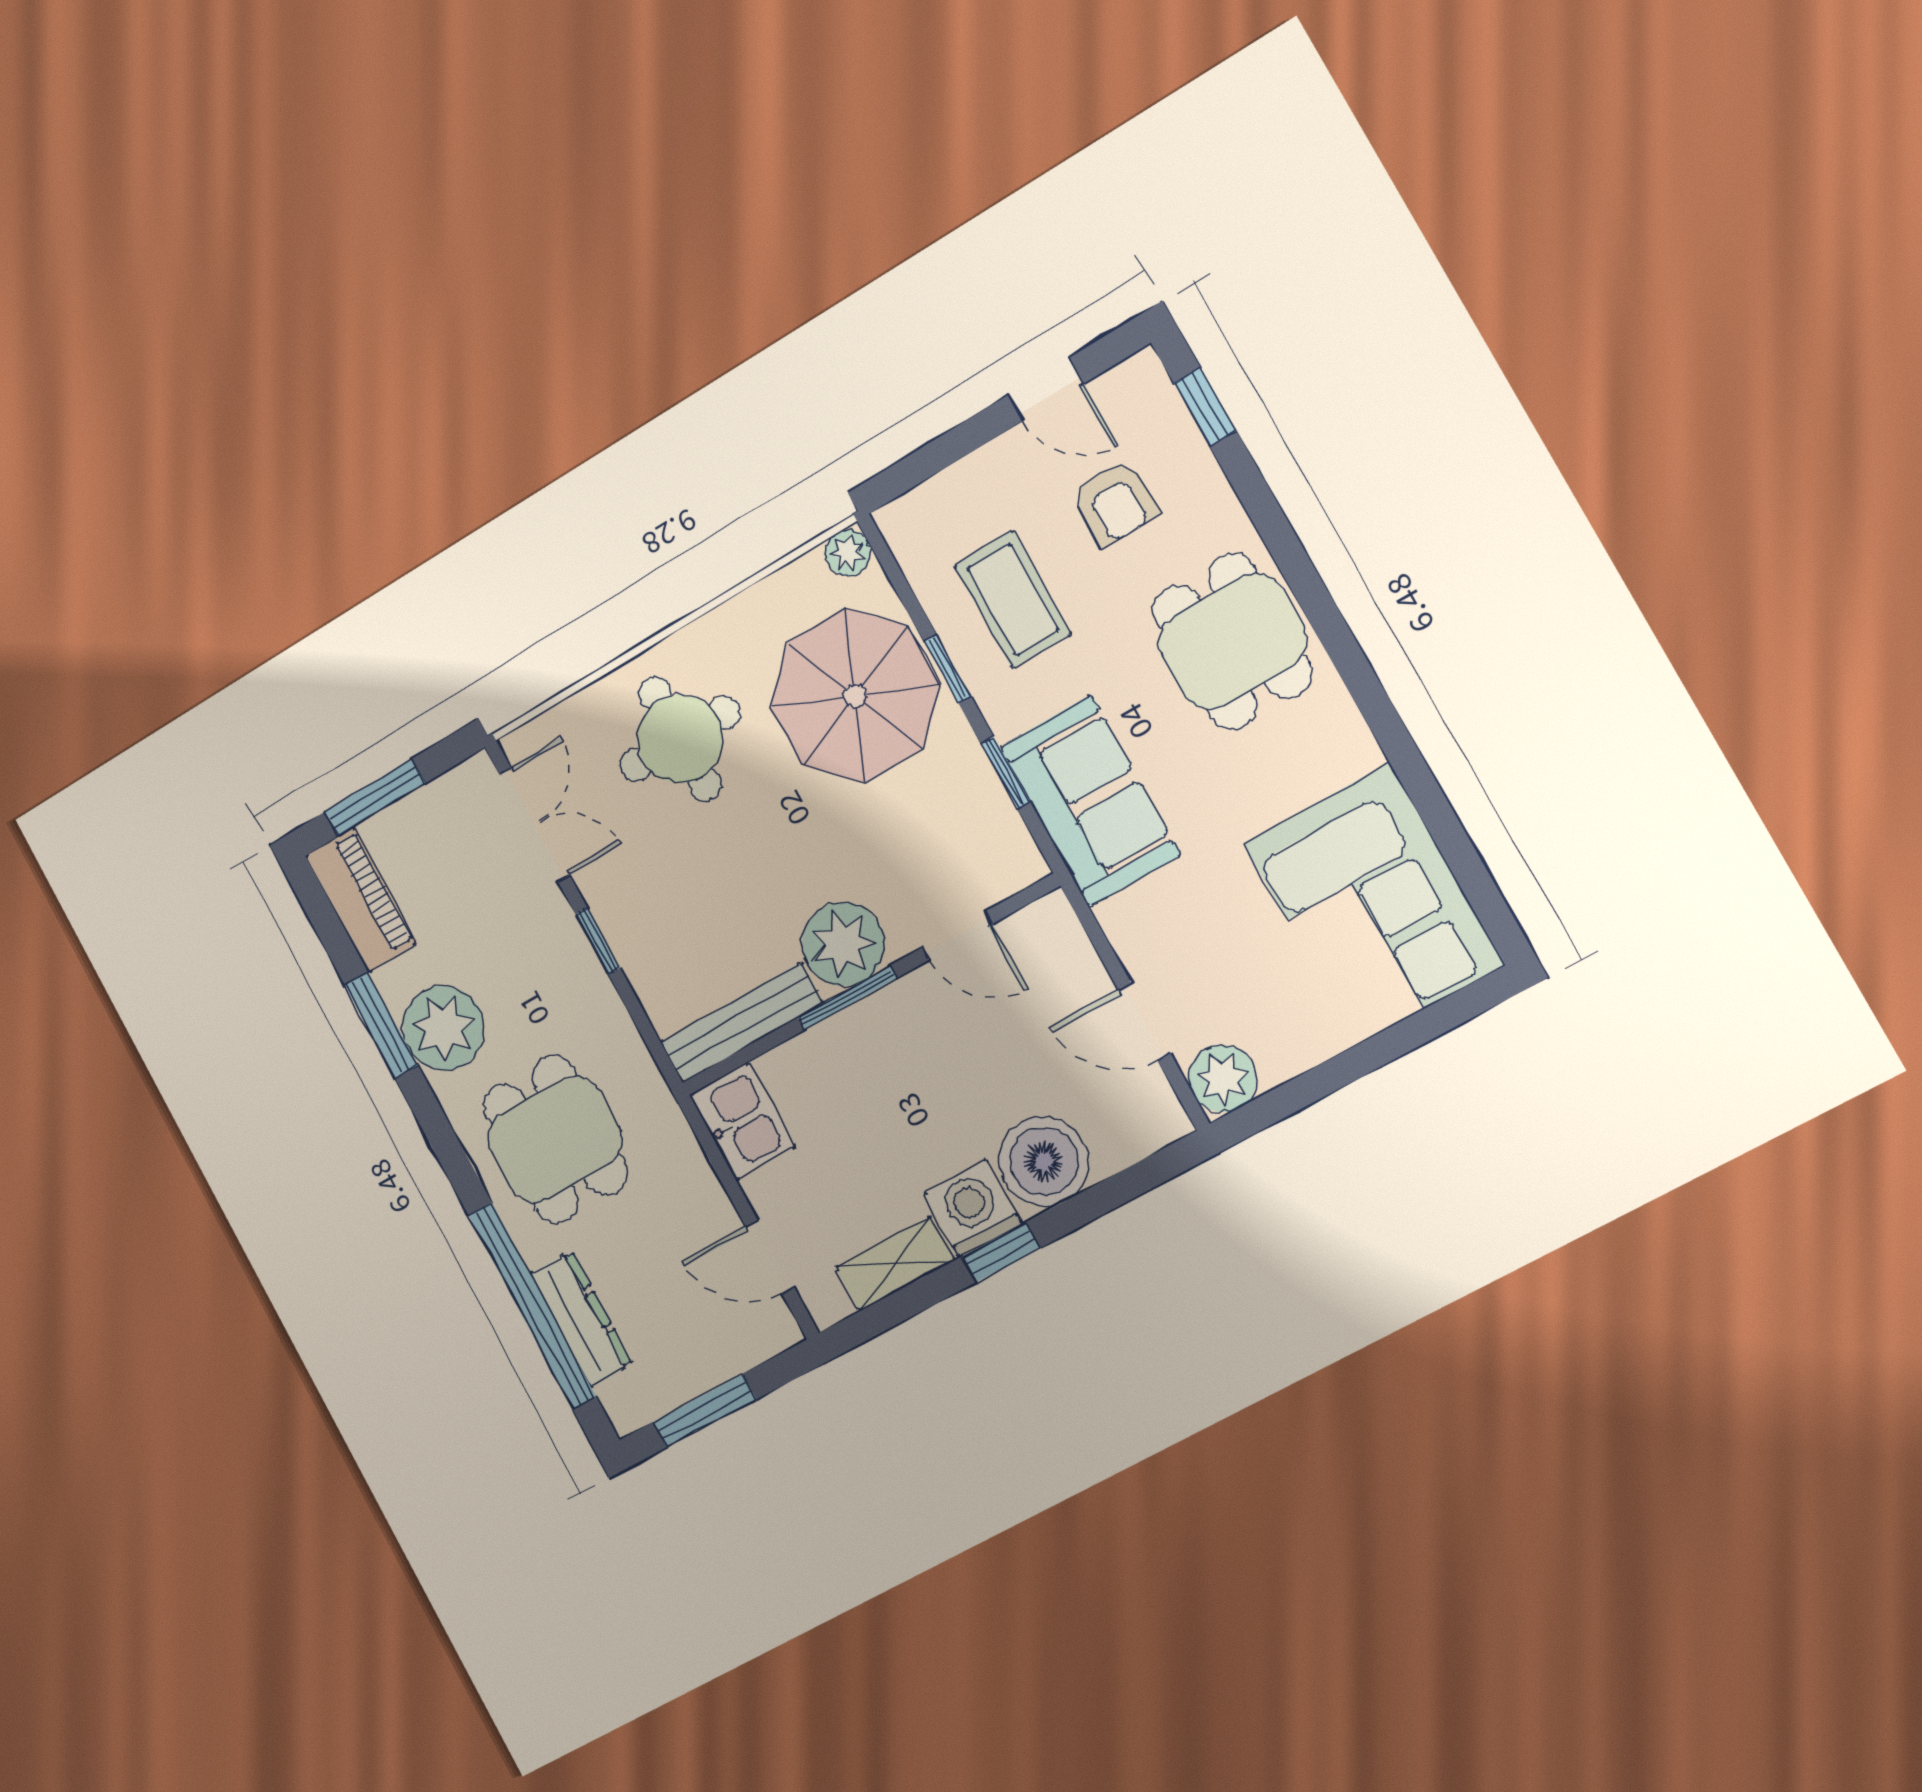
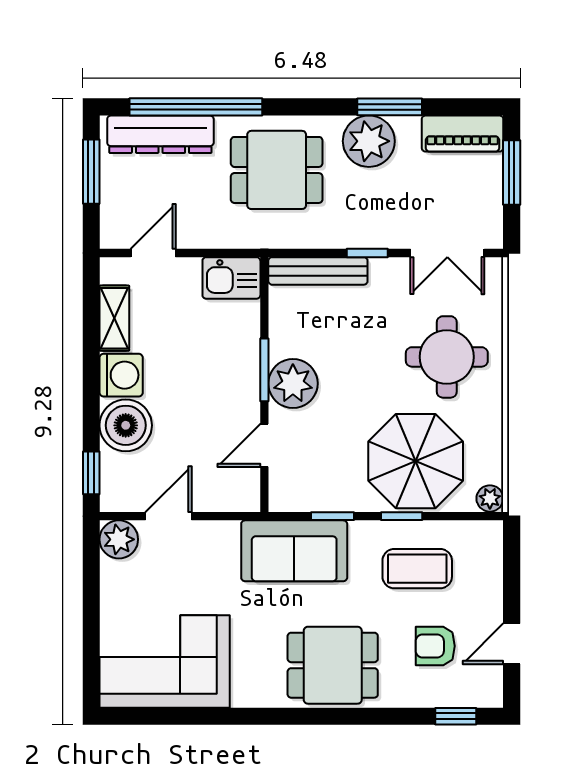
bench: (742, 1023) -> (318, 271), moved, turned 90
window: (1001, 1252) -> (91, 473), moved
dresser: (581, 1319) -> (160, 134), width x1.37, depth x1.24

